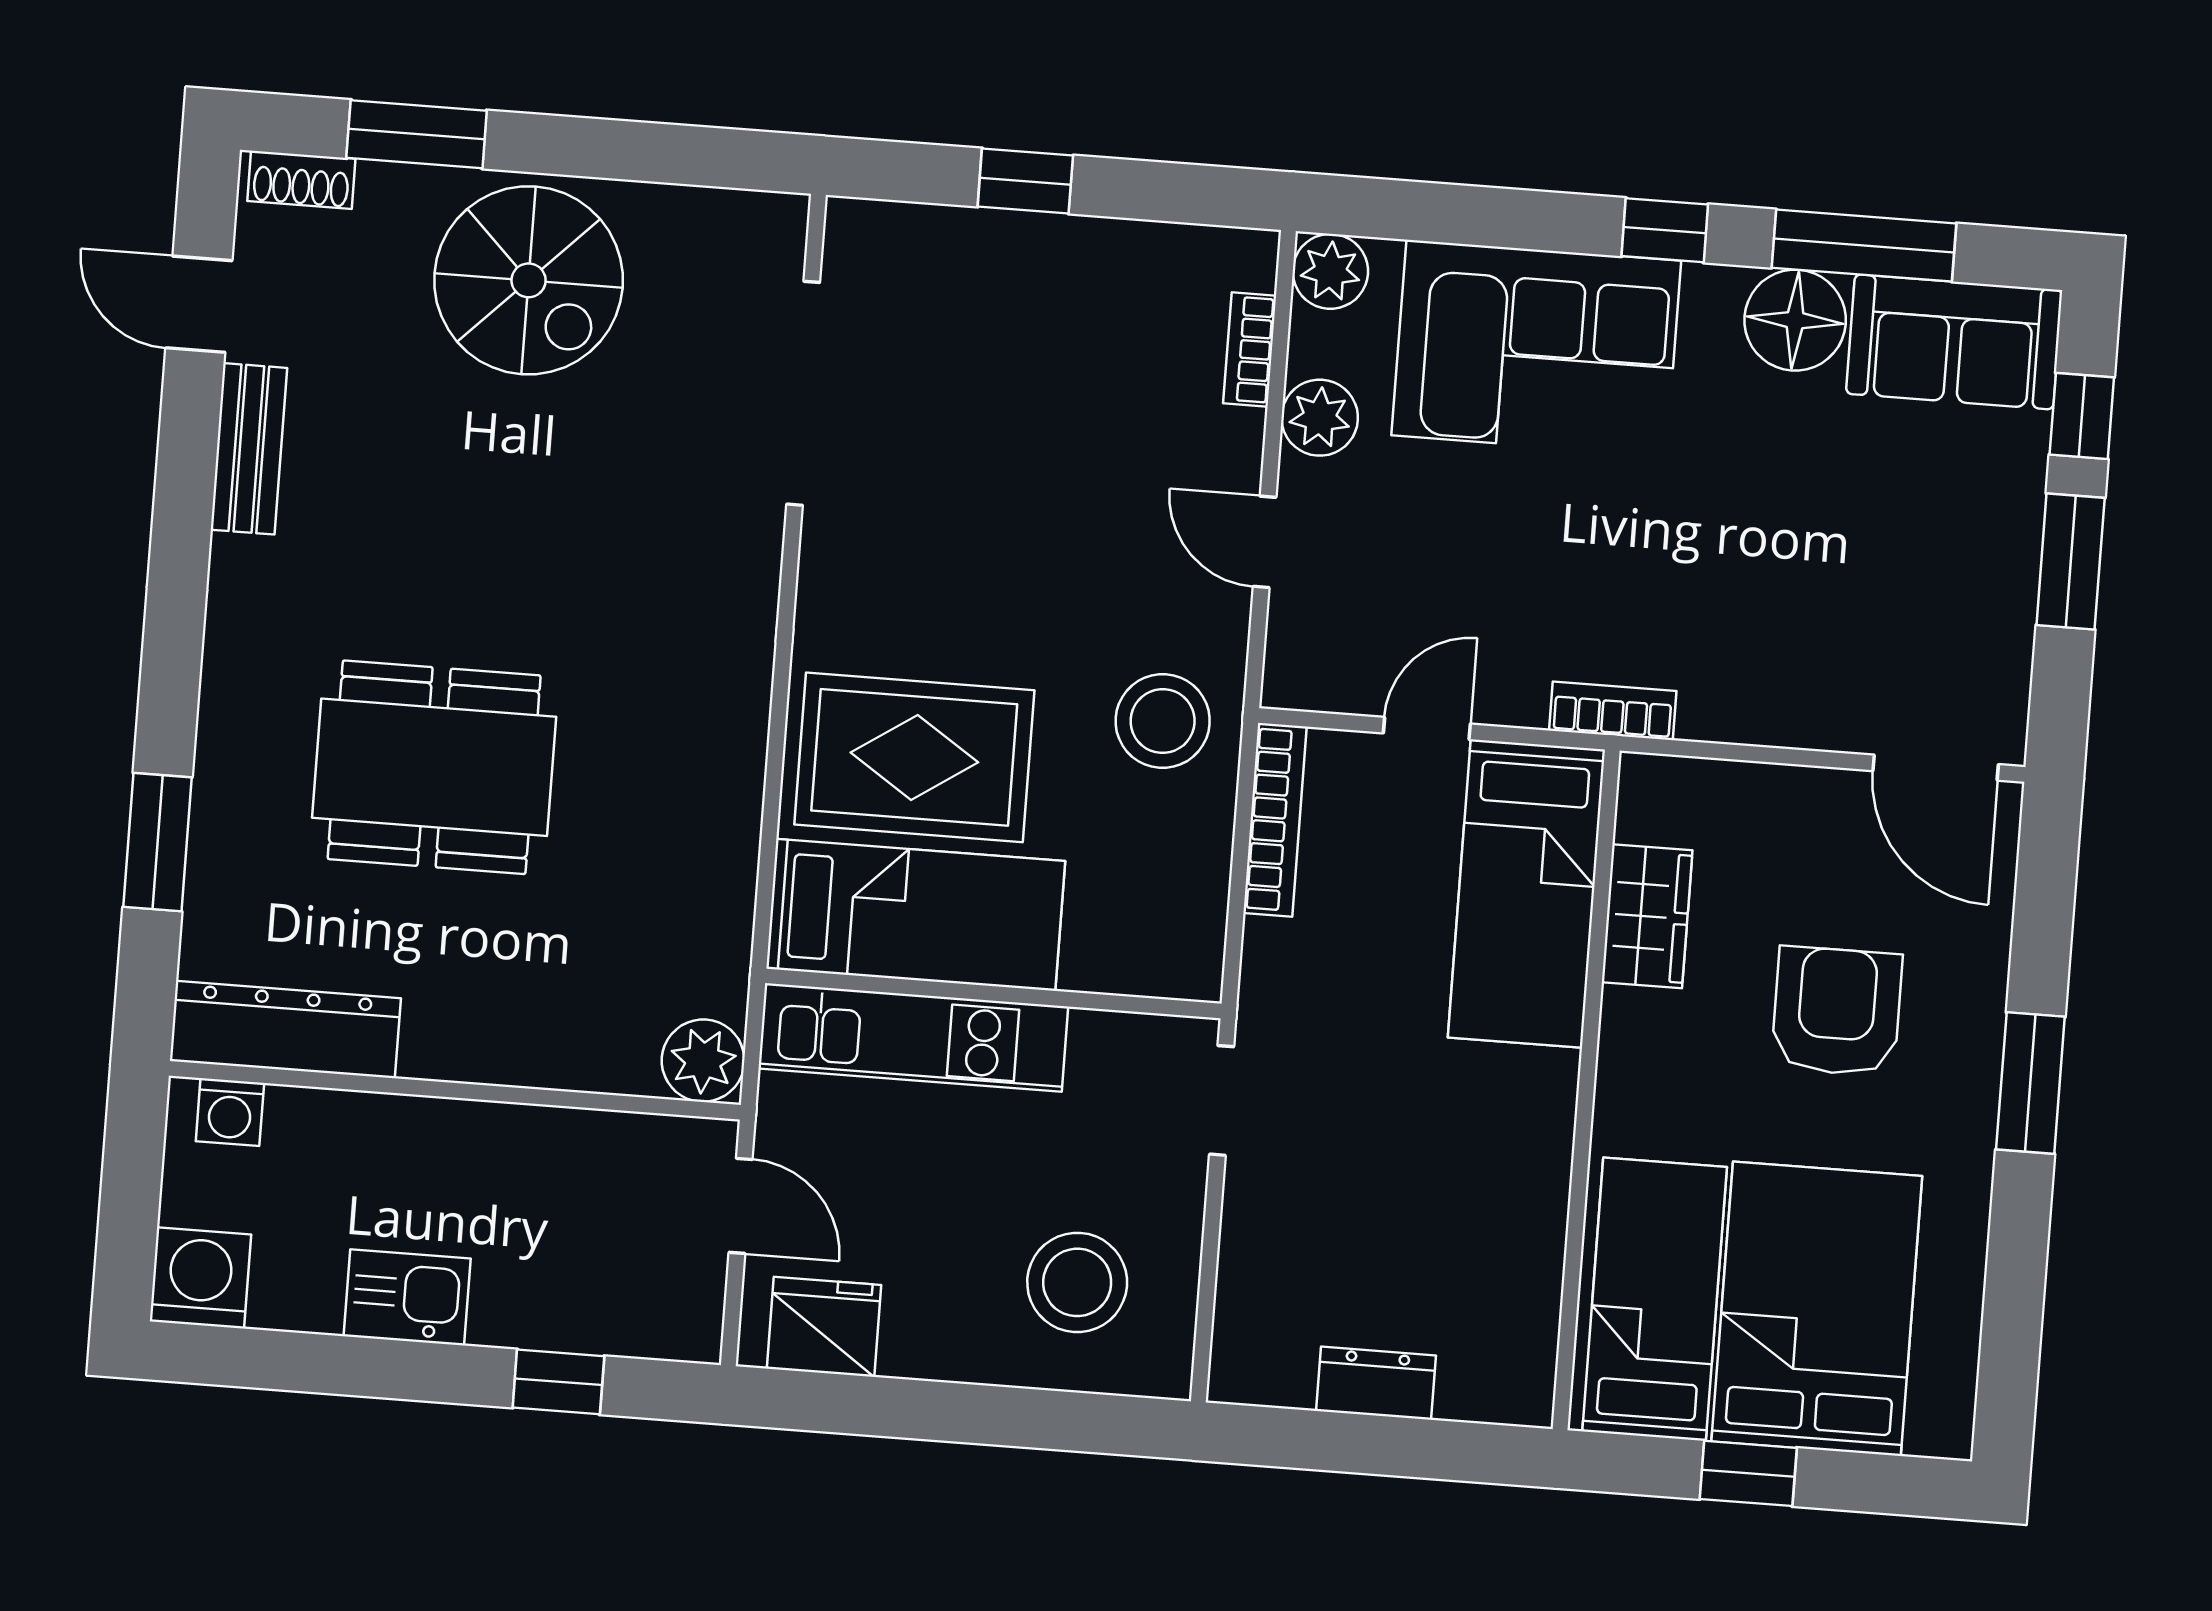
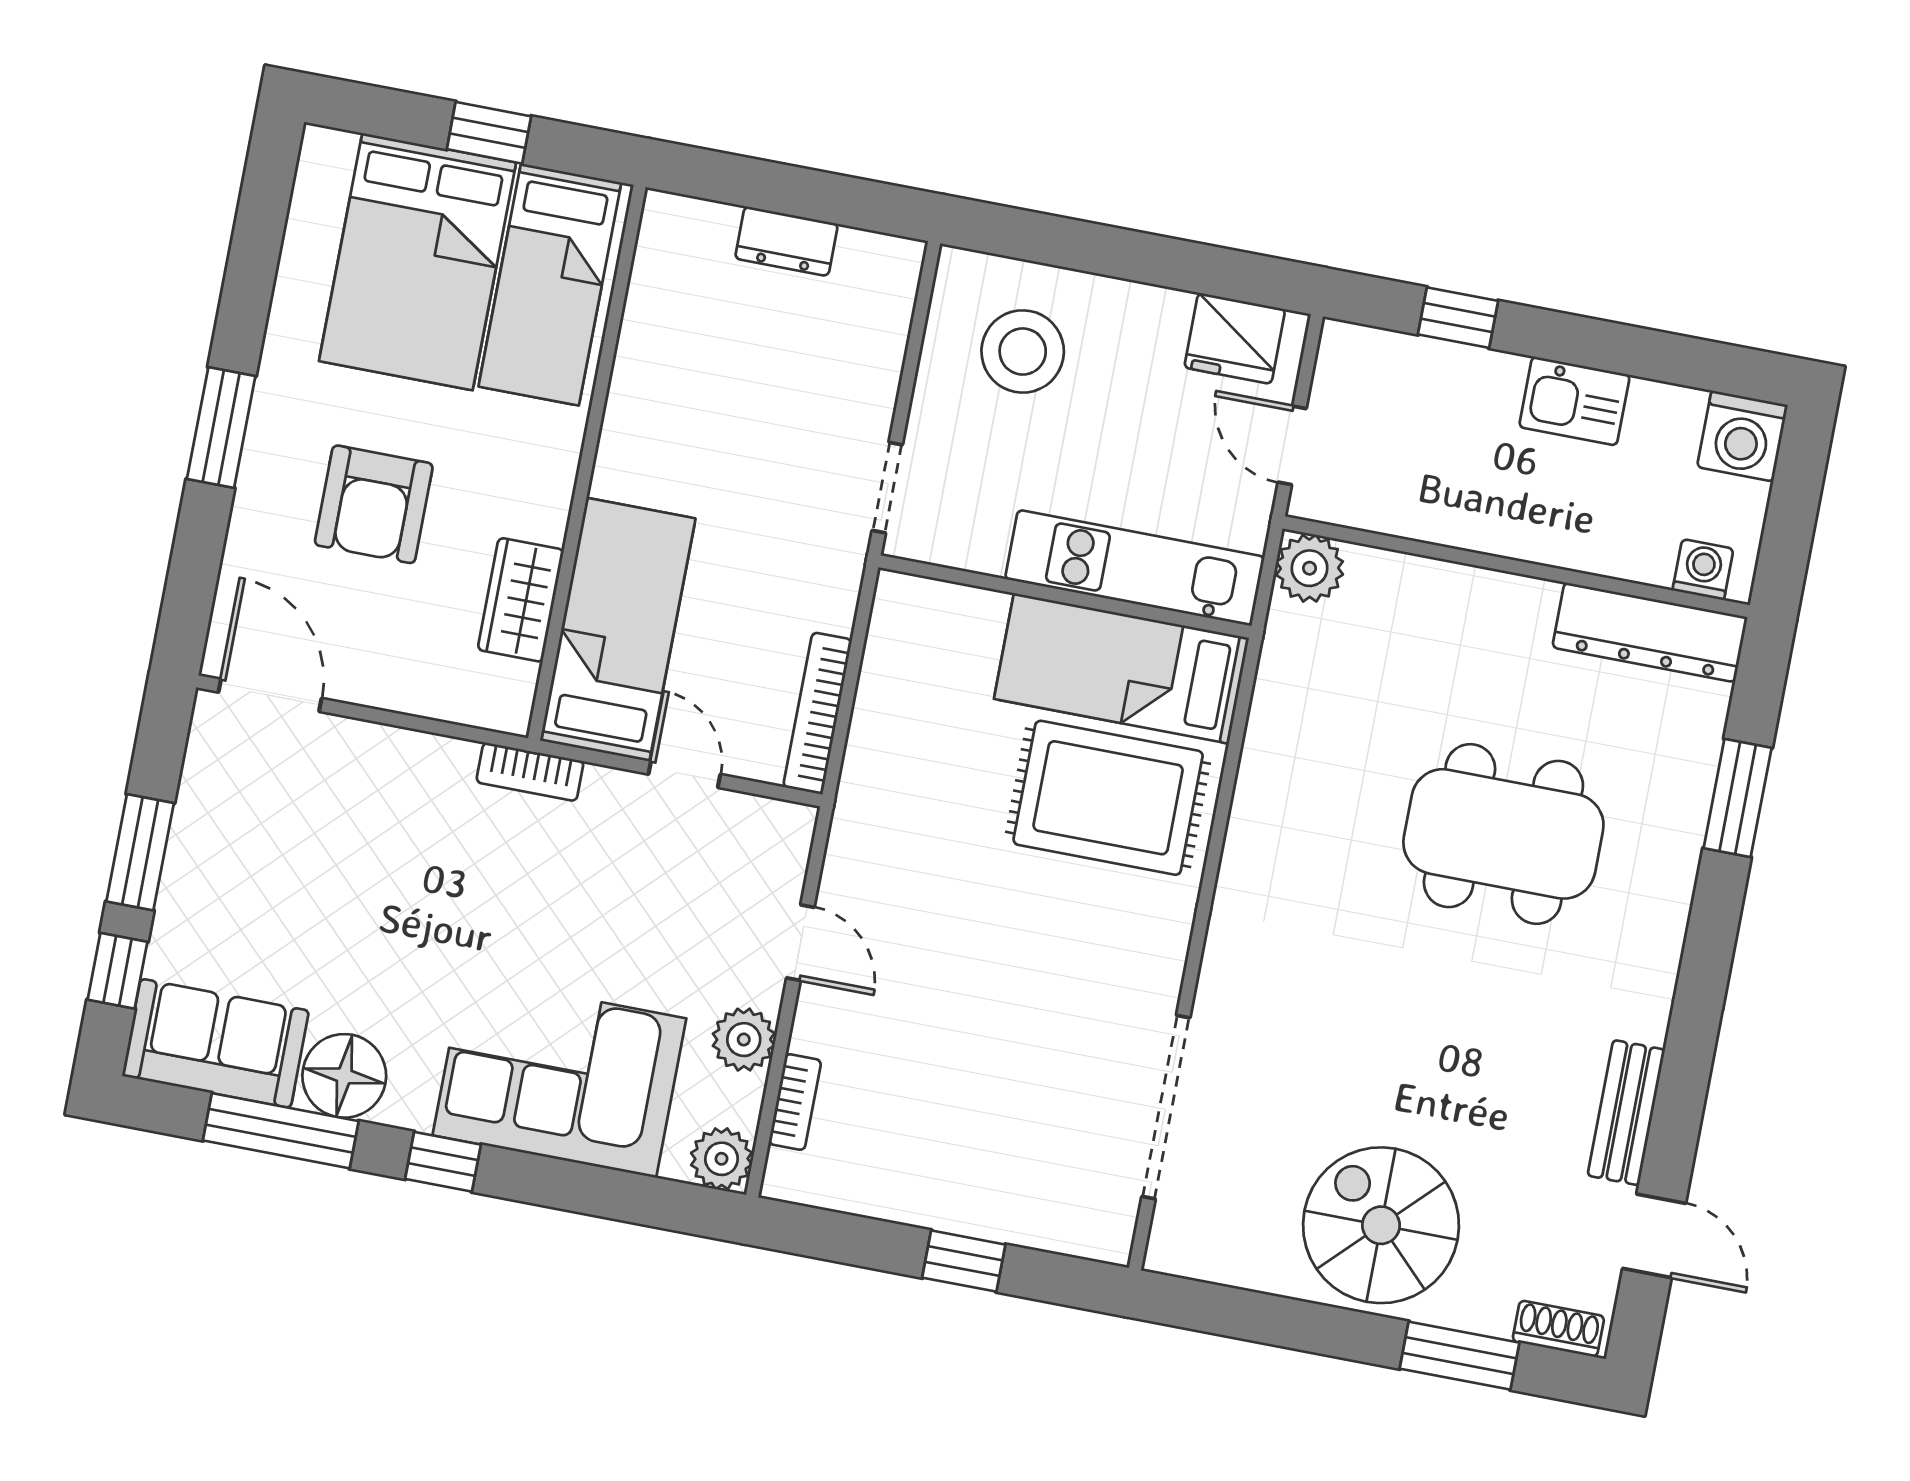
stool: (1163, 721) -> (901, 805), removed
door: (1427, 728) -> (684, 774), swing flipped

